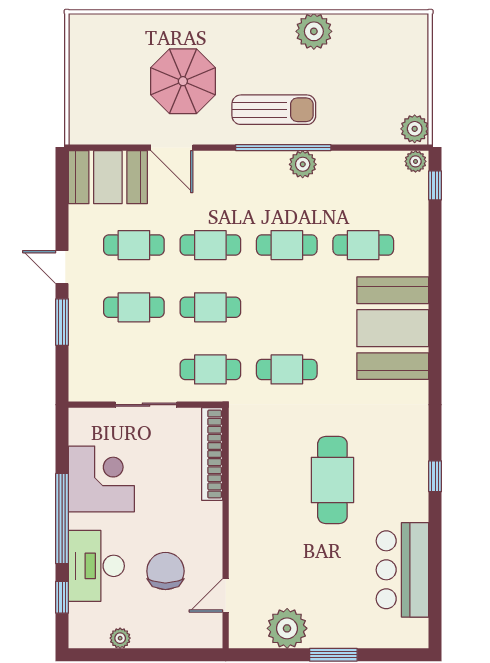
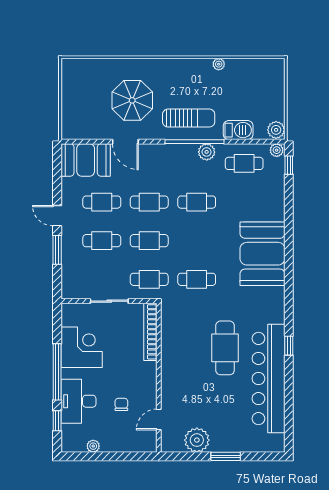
plant: (314, 31) -> (219, 64), width x0.53, depth x0.53
barbecue: (354, 129) -> (238, 130), added
cafe table: (363, 245) -> (244, 163), moved
bar counter: (402, 570) -> (269, 379), width x1.86
chair: (165, 571) -> (121, 404), width x0.54, depth x0.54

